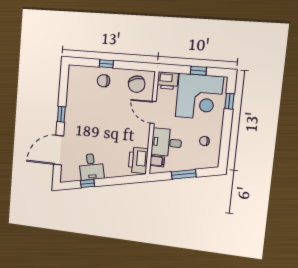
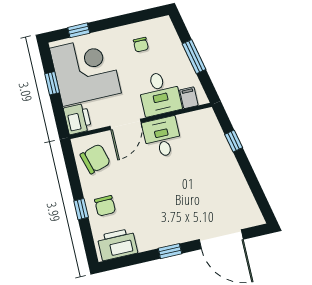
printer: (138, 160) -> (117, 244), moved, turned 180
desk: (91, 167) -> (162, 137), moved, turned -78
window: (87, 184) -> (234, 141), moved

